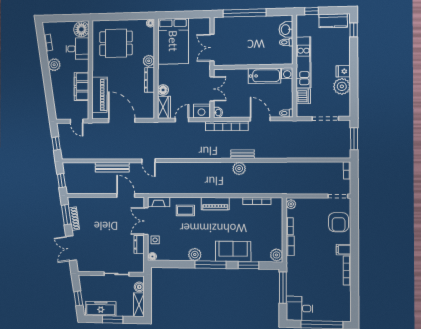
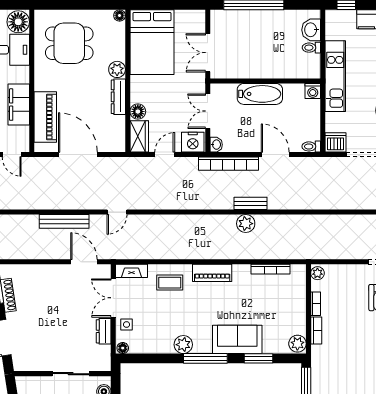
bathtub: (264, 76) -> (260, 94), moved
double door: (212, 89) -> (208, 111), swing flipped
dishwasher: (303, 96) -> (336, 142), moved, turned -90
door: (149, 161) -> (117, 212), hinge flipped

